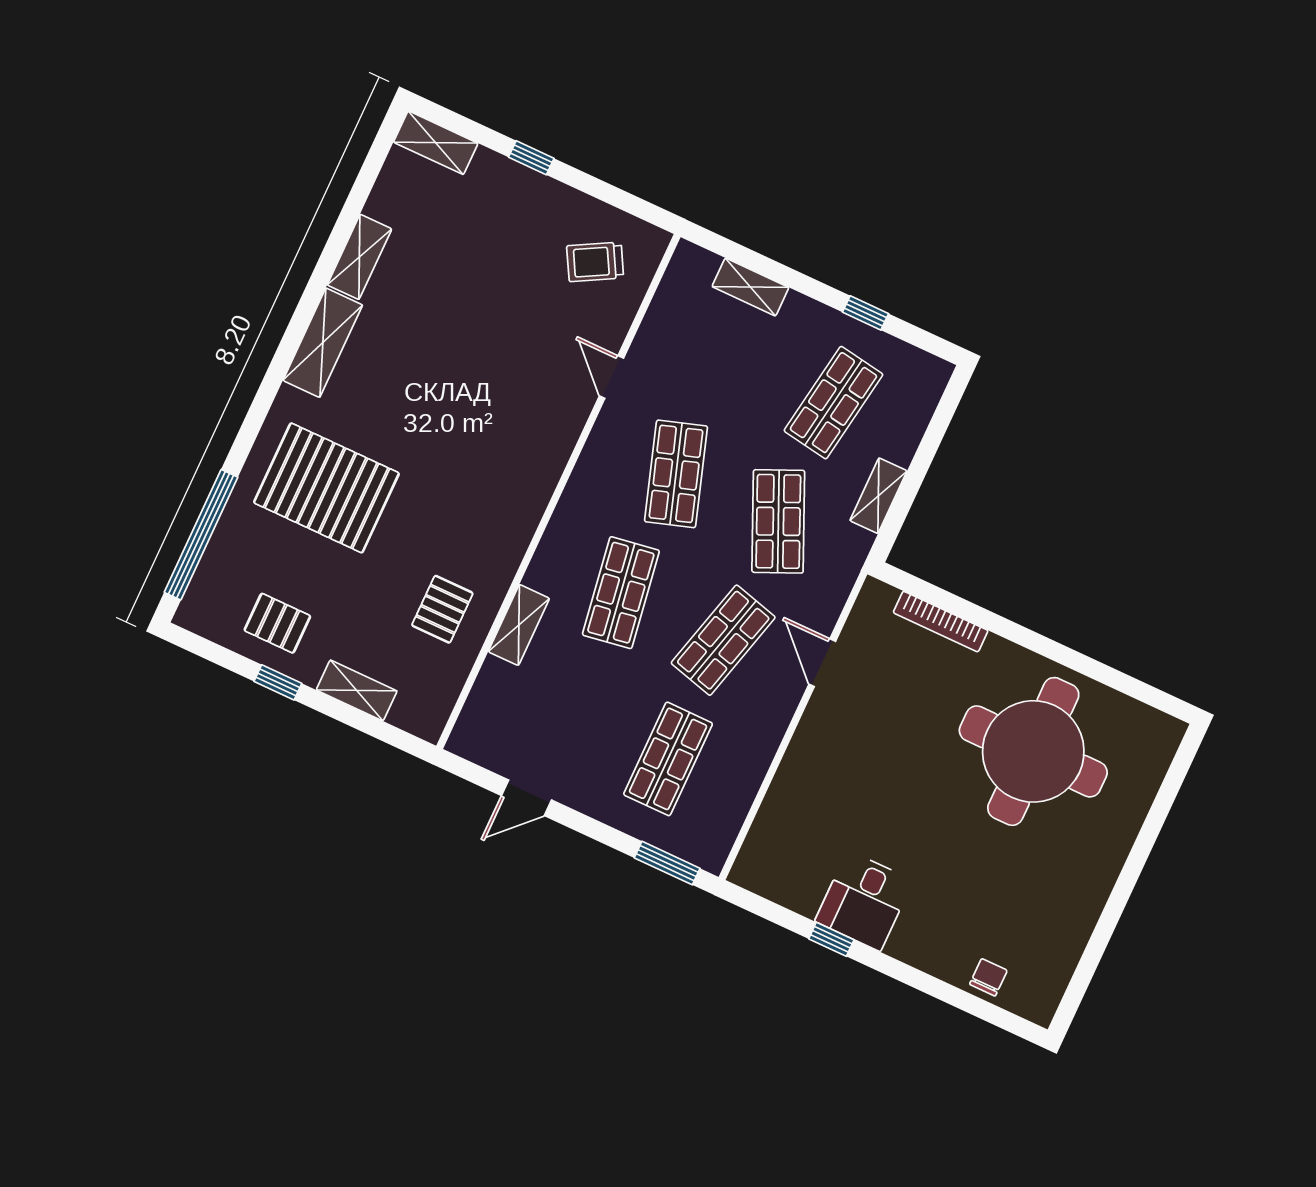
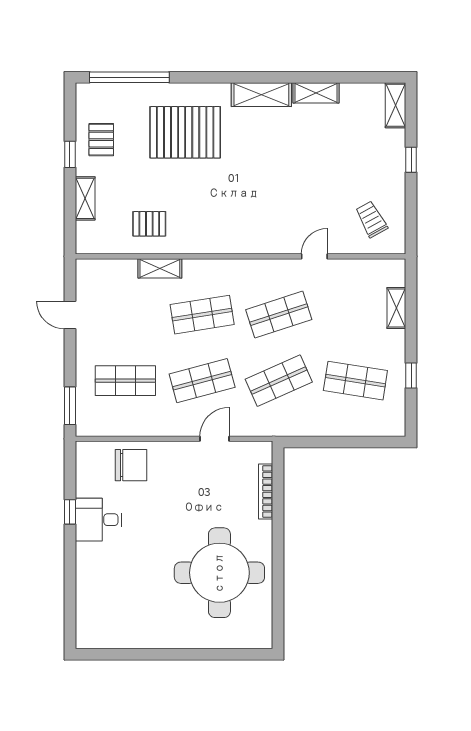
pallet: (326, 488) -> (185, 132), turned 90
shelving: (878, 496) -> (317, 427), removed
shop shelf: (723, 640) -> (202, 381), turned -30
chair: (988, 977) -> (131, 465), moved, width x1.87, depth x1.87

